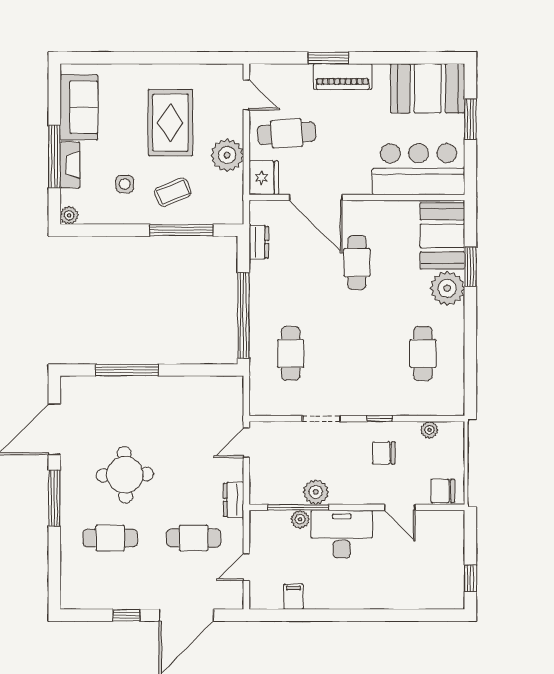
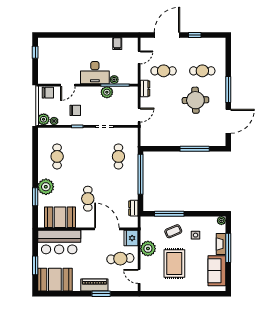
booth: (442, 236) -> (60, 217), moved, turned 90
plant: (452, 434) -> (44, 119), added
door: (400, 507) -> (68, 85), swing flipped

